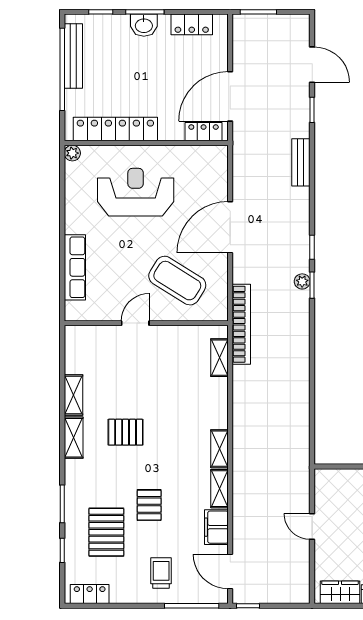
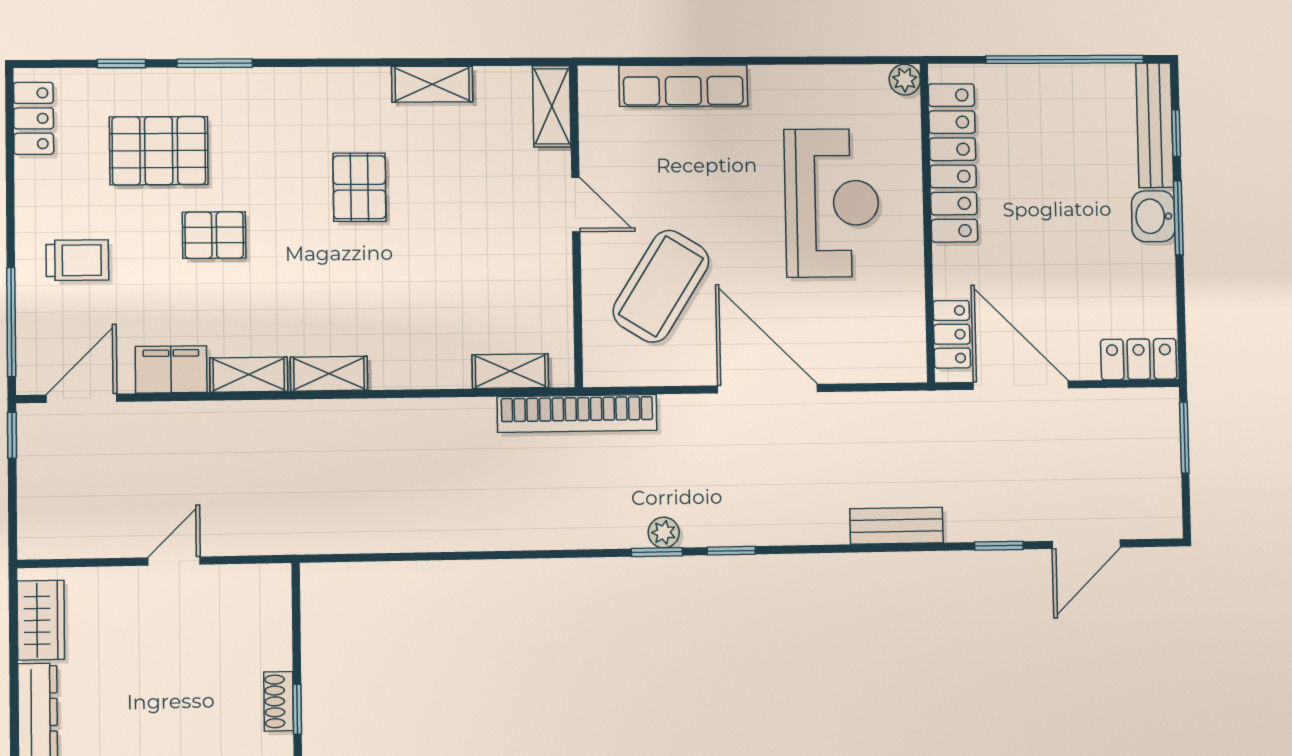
locker: (192, 24) -> (1139, 359), moved, turned 90
bench: (73, 56) -> (1155, 125), moved, turned 90
shelving: (74, 438) -> (552, 106), moved, turned 90

